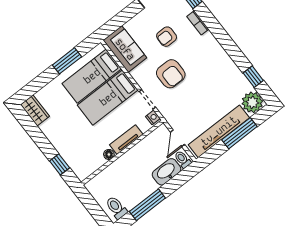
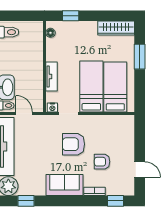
armchair: (167, 37) -> (102, 162), turned -90
sofa: (125, 49) -> (64, 185), moved, turned 180
window: (67, 61) -> (140, 57), moved
wardrobe: (35, 110) -> (116, 28), width x1.50
floor lamp: (109, 154) -> (50, 33), moved

